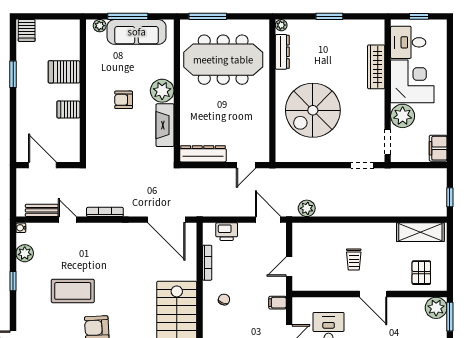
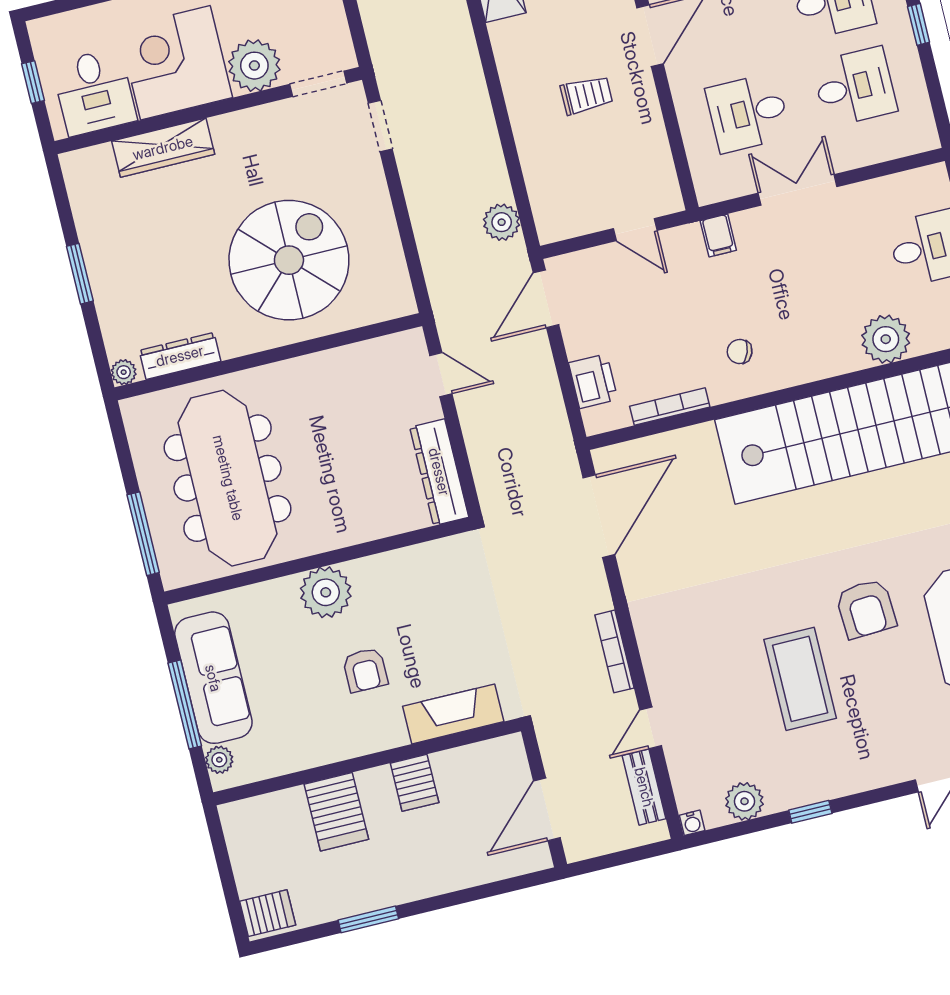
spiral stairs: (313, 110) -> (289, 260), turned -90
fireplace: (165, 125) -> (453, 714), moved, turned 180

